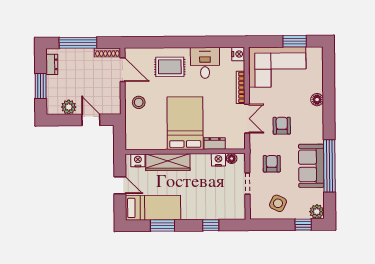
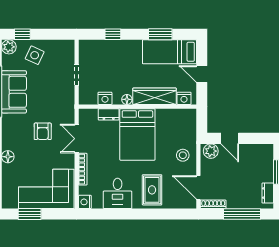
rug: (170, 67) -> (152, 190), turned 90
plant: (69, 107) -> (211, 151), moved
floor lamp: (232, 159) -> (127, 99), moved
armchair: (272, 164) -> (53, 94), removed
side table: (278, 203) -> (35, 55), moved

